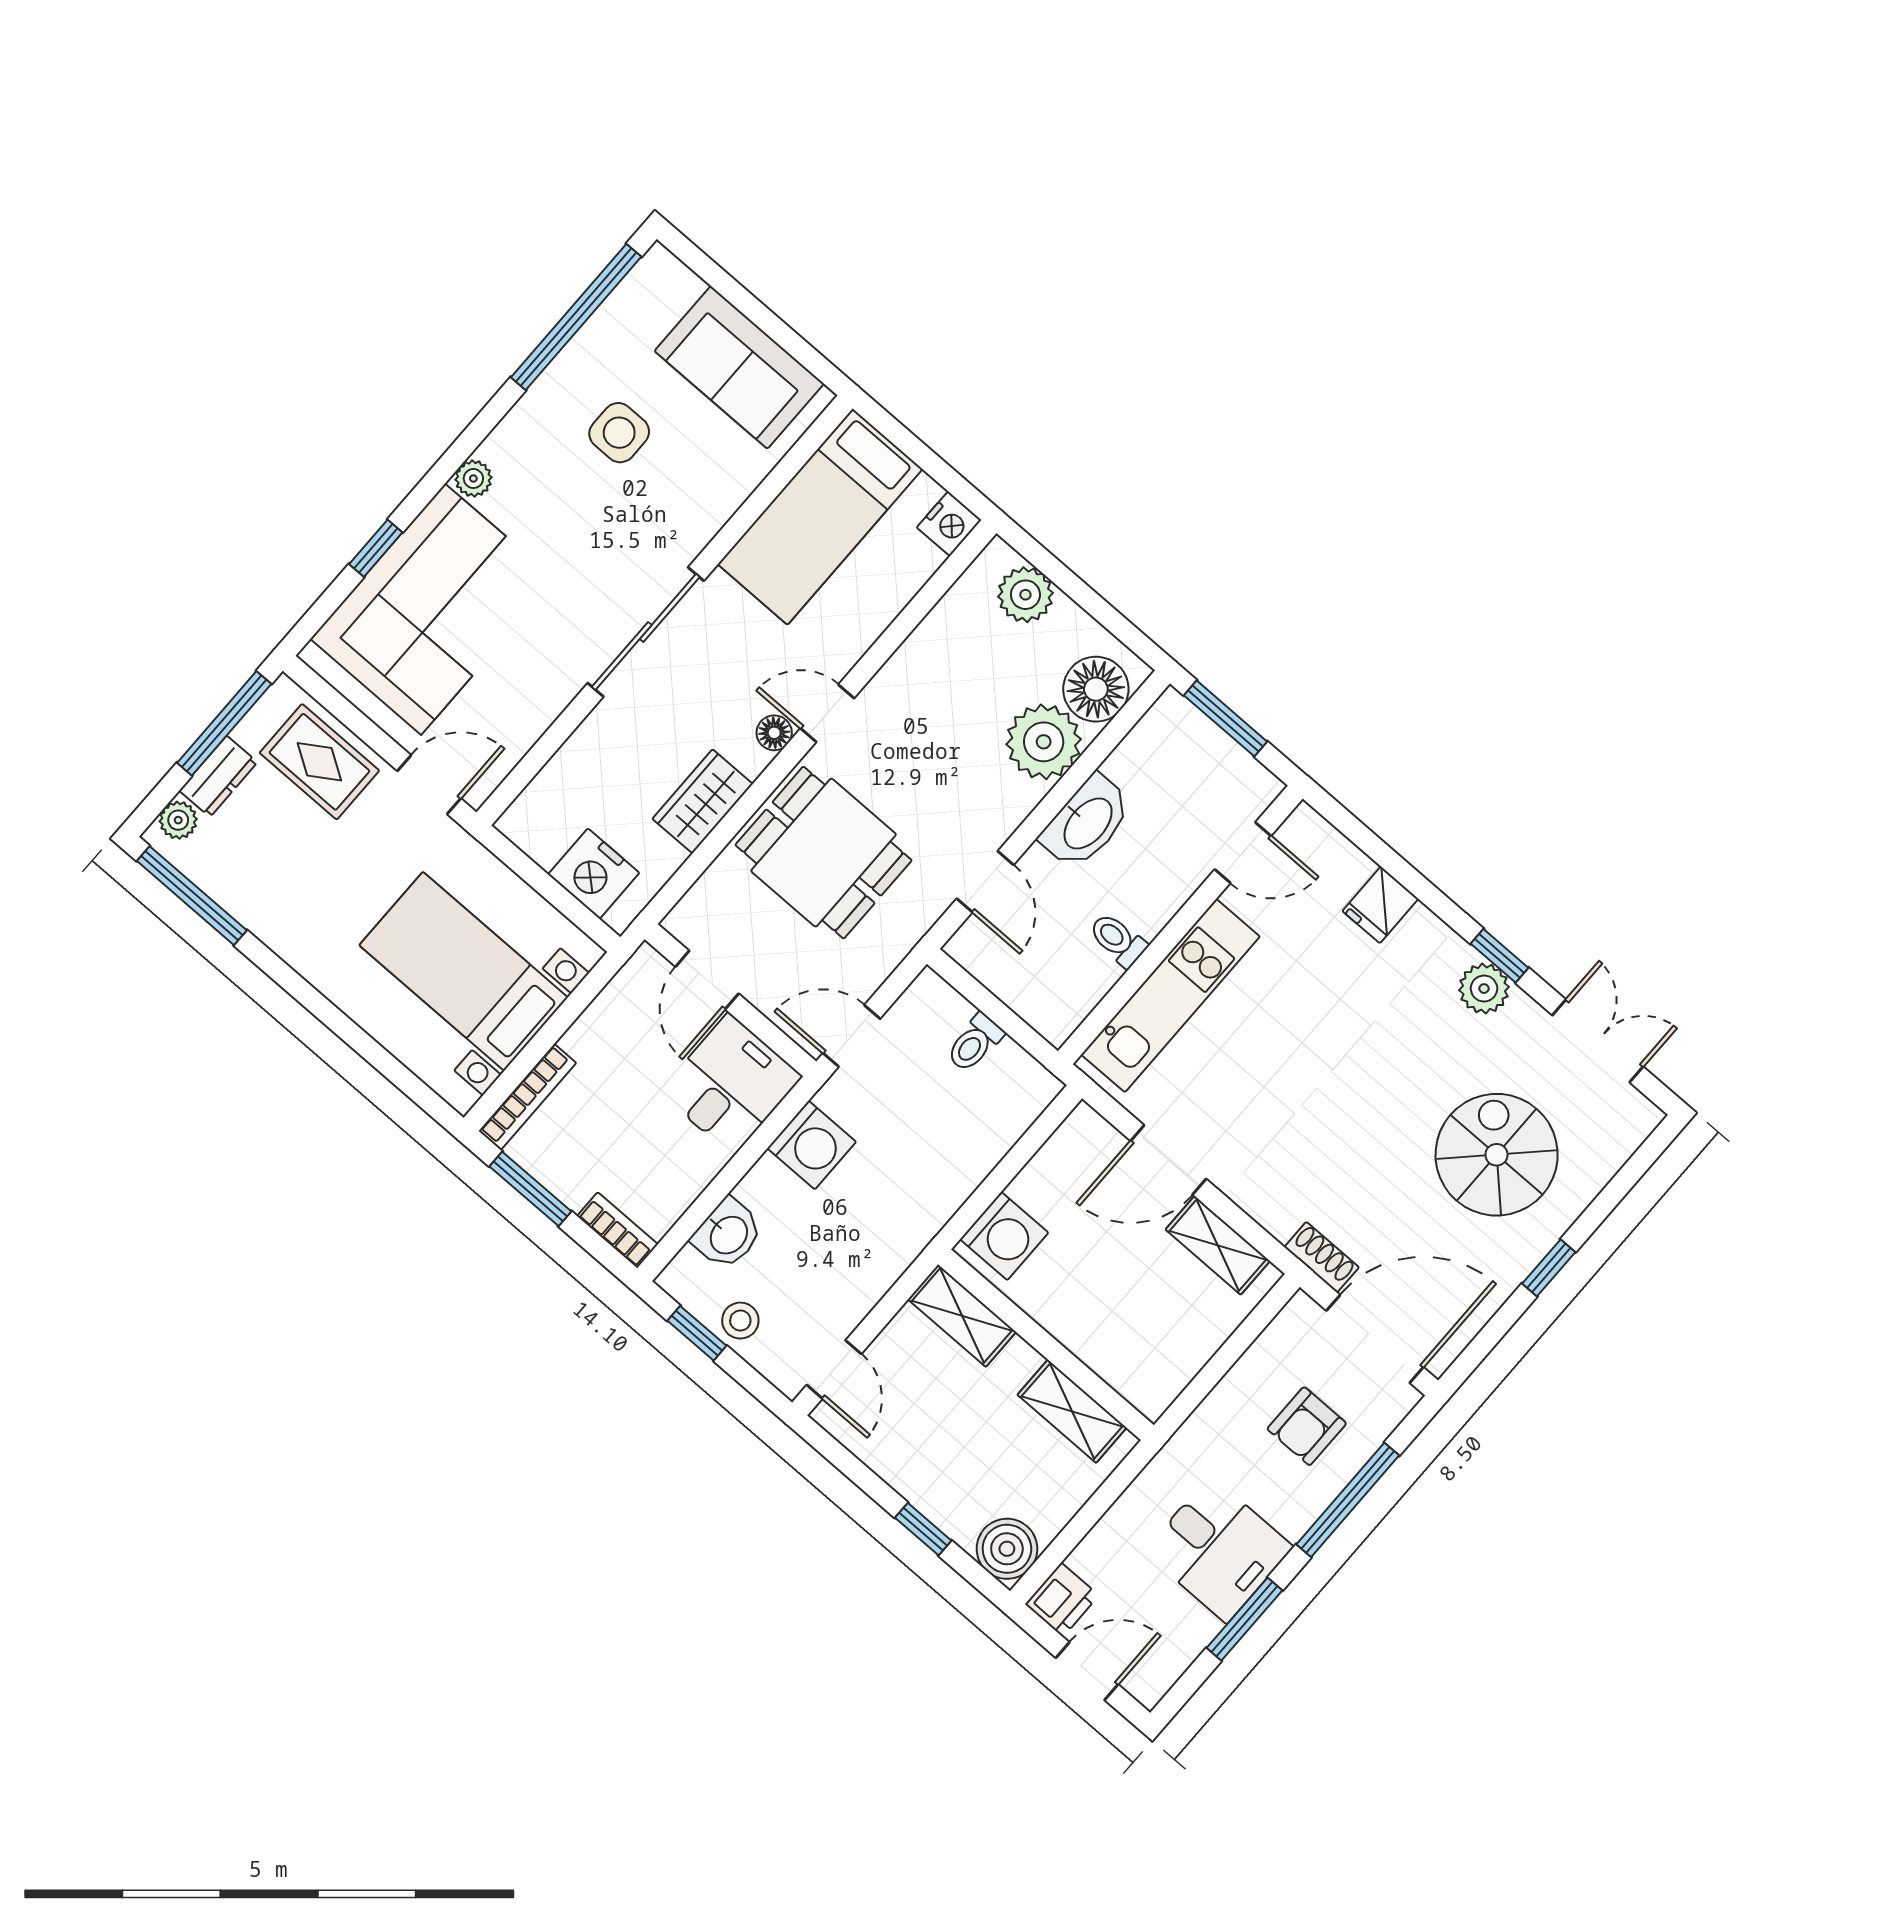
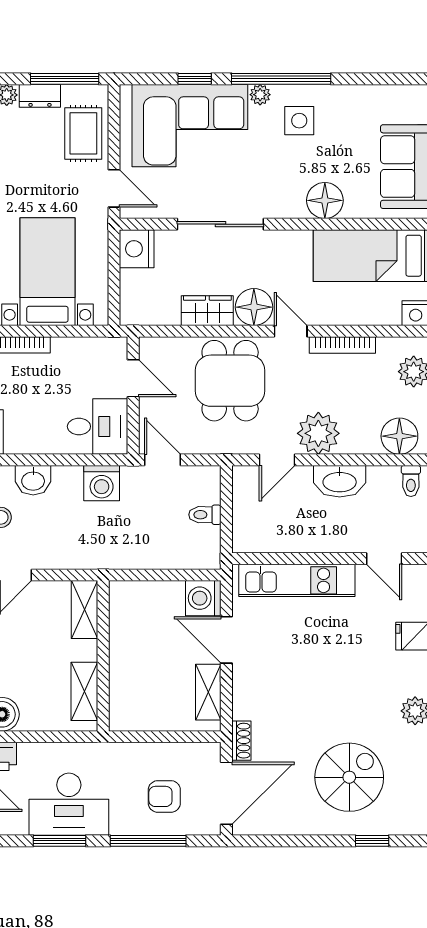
window: (576, 317) -> (281, 79), moved
side table: (619, 433) -> (299, 121), moved
floor lamp: (691, 515) -> (325, 200), added
sliding door: (646, 632) -> (220, 224), moved
bookcase: (906, 660) -> (342, 345), added
floor lamp: (774, 733) -> (254, 307), width x1.89, depth x1.89
plant: (1044, 742) -> (318, 433), moved
nightstand: (594, 874) -> (137, 249), moved
toilet: (1118, 940) -> (411, 481), moved, turned 180
door: (707, 980) -> (133, 378), swing flipped
washing machine: (1004, 1236) -> (203, 598), moved, turned 90
window: (1549, 1268) -> (372, 841), moved
door: (1375, 1339) -> (226, 793), hinge flipped
desk: (1218, 1549) -> (69, 804), width x1.37

